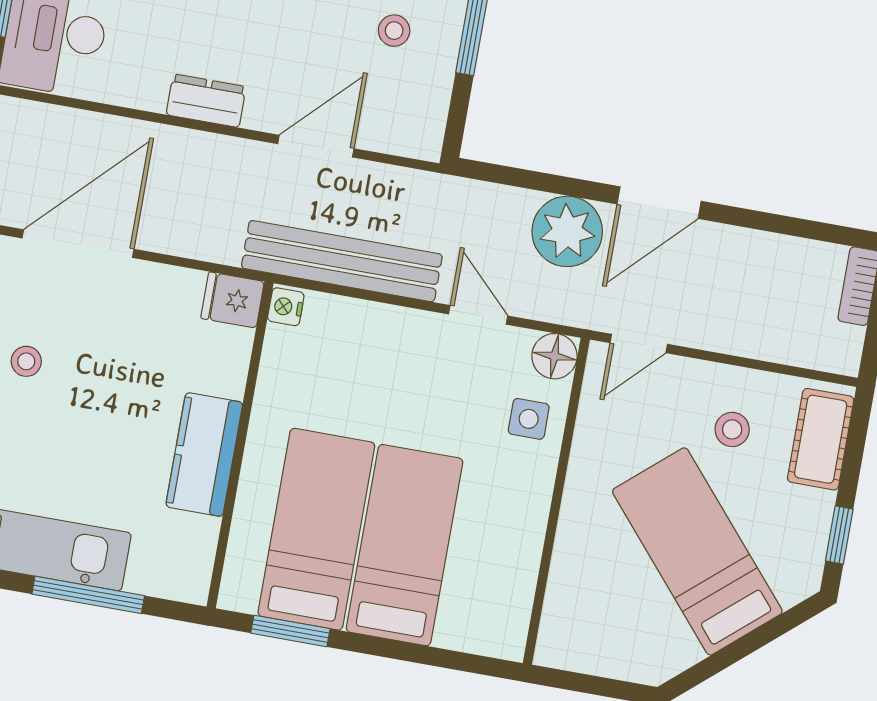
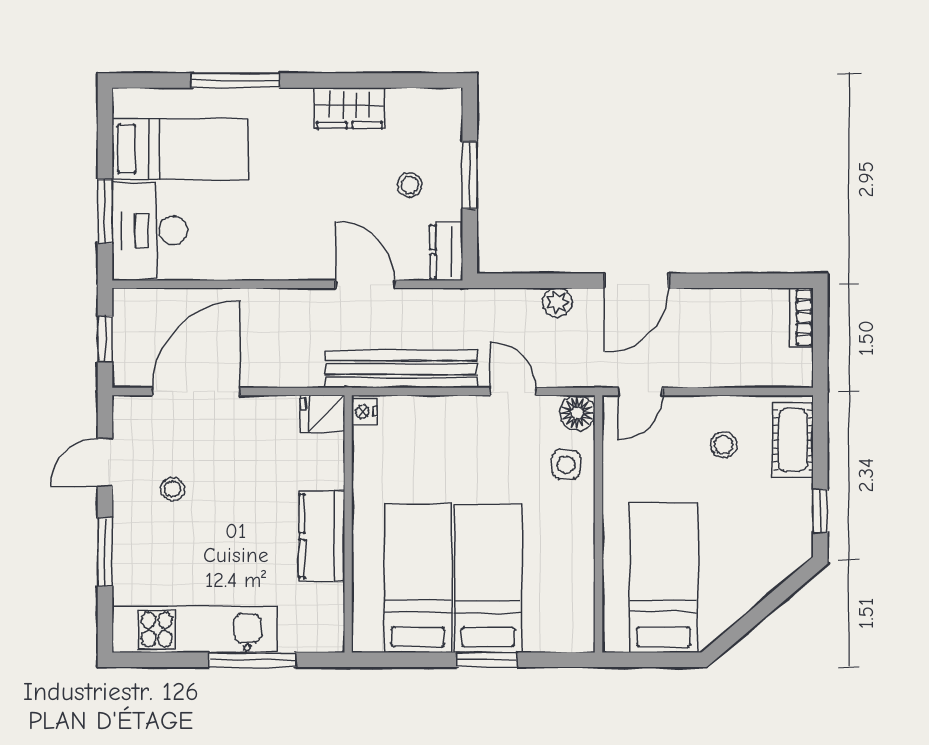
dresser: (206, 101) -> (446, 252), moved, turned -90
door: (316, 146) -> (365, 284), hinge flipped
plant: (567, 231) -> (557, 303), width x0.53, depth x0.53
bed: (697, 551) -> (663, 577), moved, turned 41
window: (290, 631) -> (487, 660), moved

